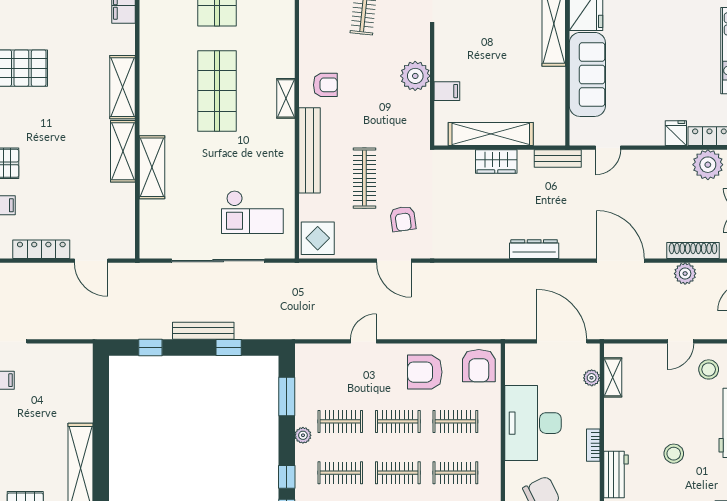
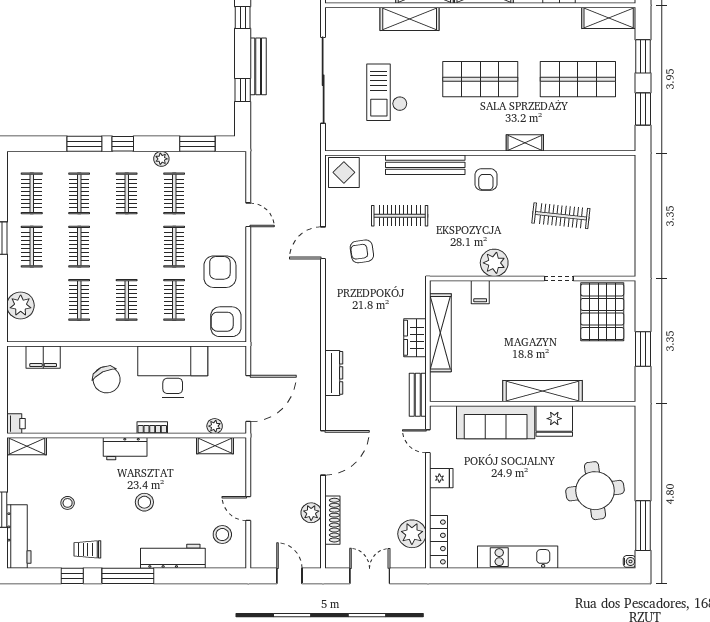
shelving: (286, 98) -> (525, 143), moved
fridge: (676, 133) -> (441, 478), moved
checkout: (252, 212) -> (387, 92), moved
clothes rail: (398, 473) -> (127, 247), removed

